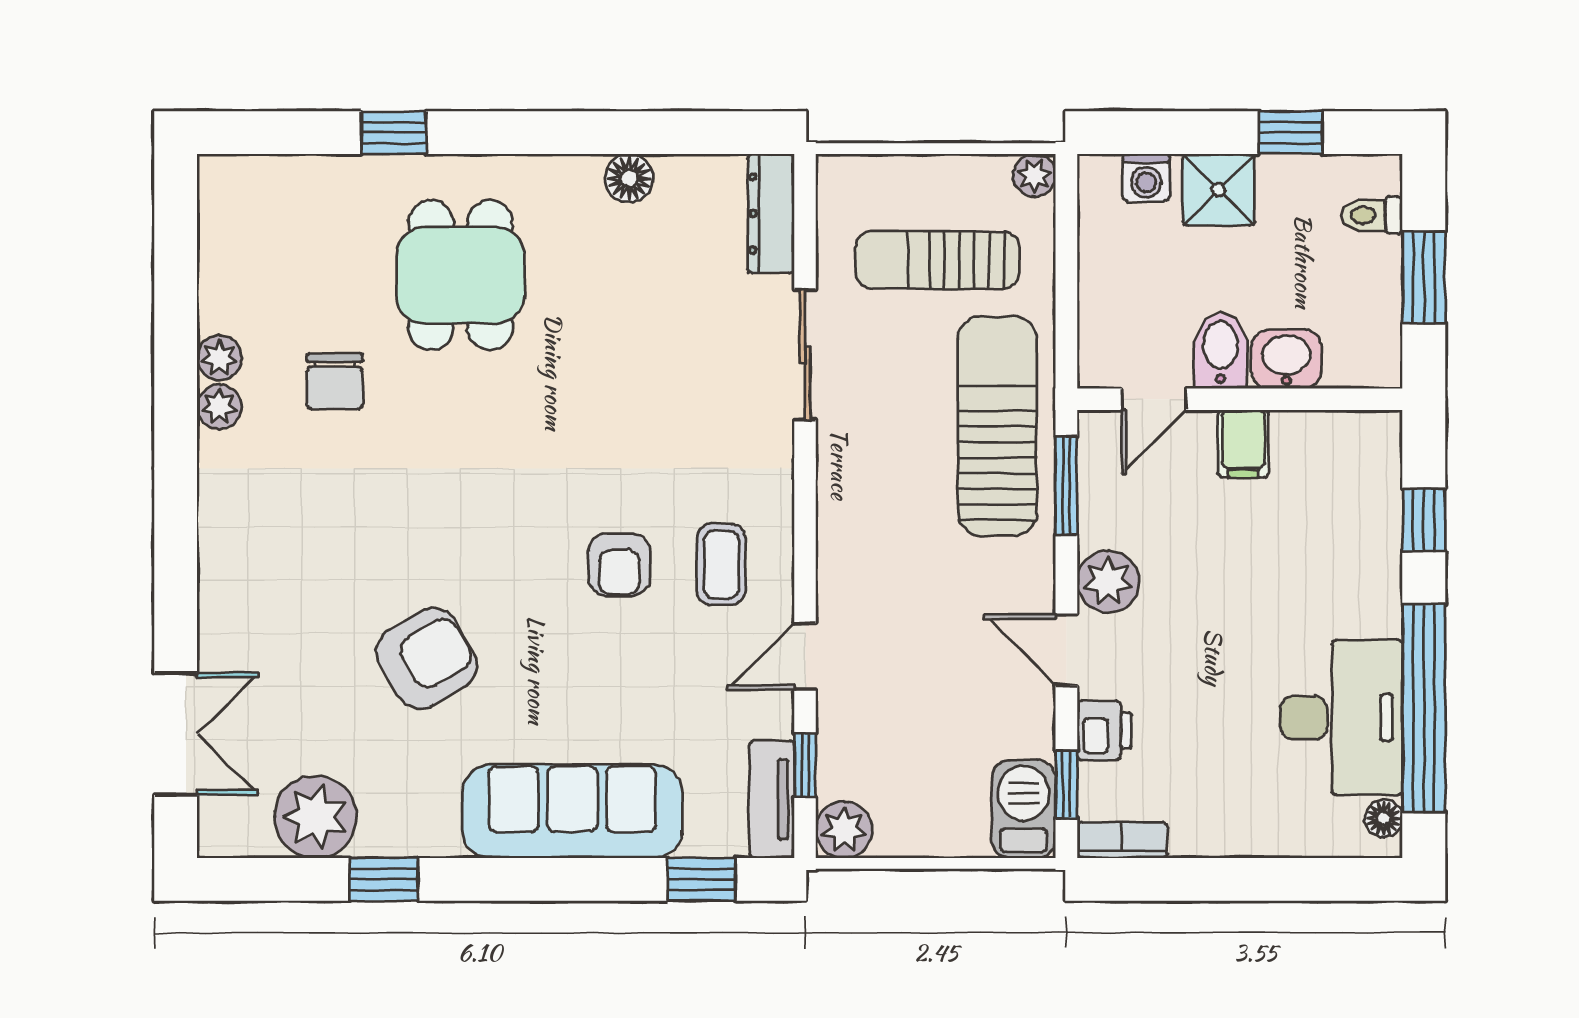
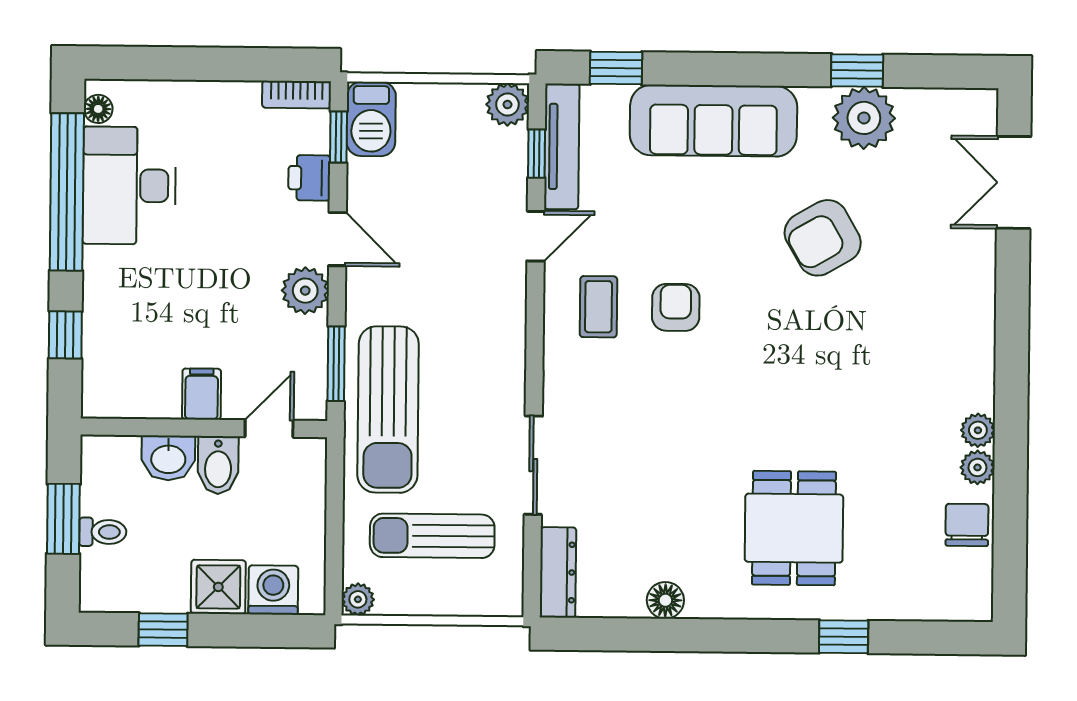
washing machine: (1146, 178) -> (273, 590), width x1.38, depth x1.38
toilet: (1372, 215) -> (103, 532), moved
sun lounger: (937, 260) -> (432, 536), turned 180
chair: (335, 381) -> (967, 525), moved
tv unit: (772, 799) -> (562, 146), width x1.41
plant: (316, 817) -> (864, 118), moved

